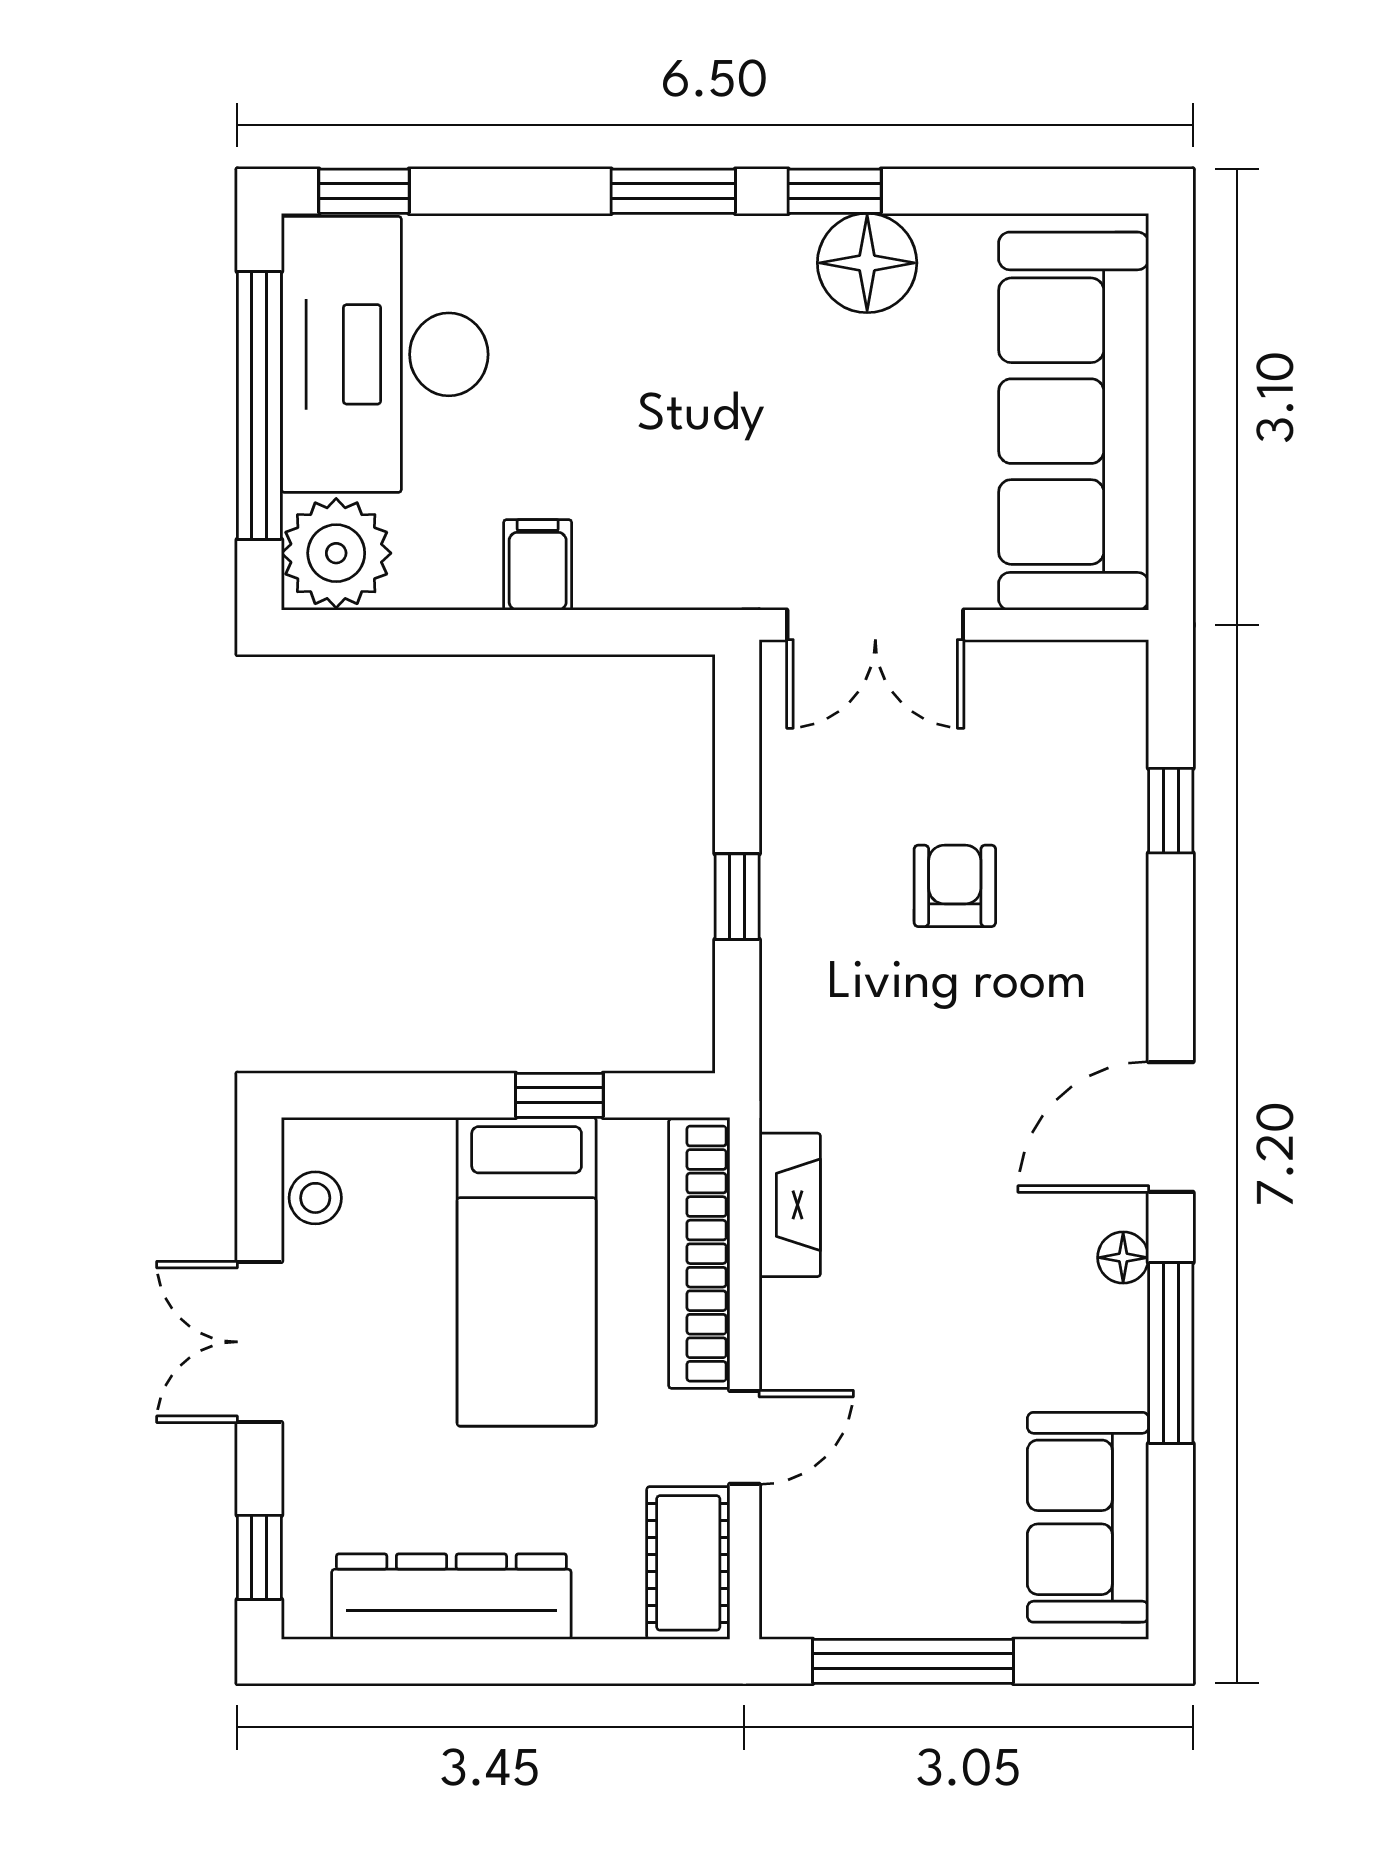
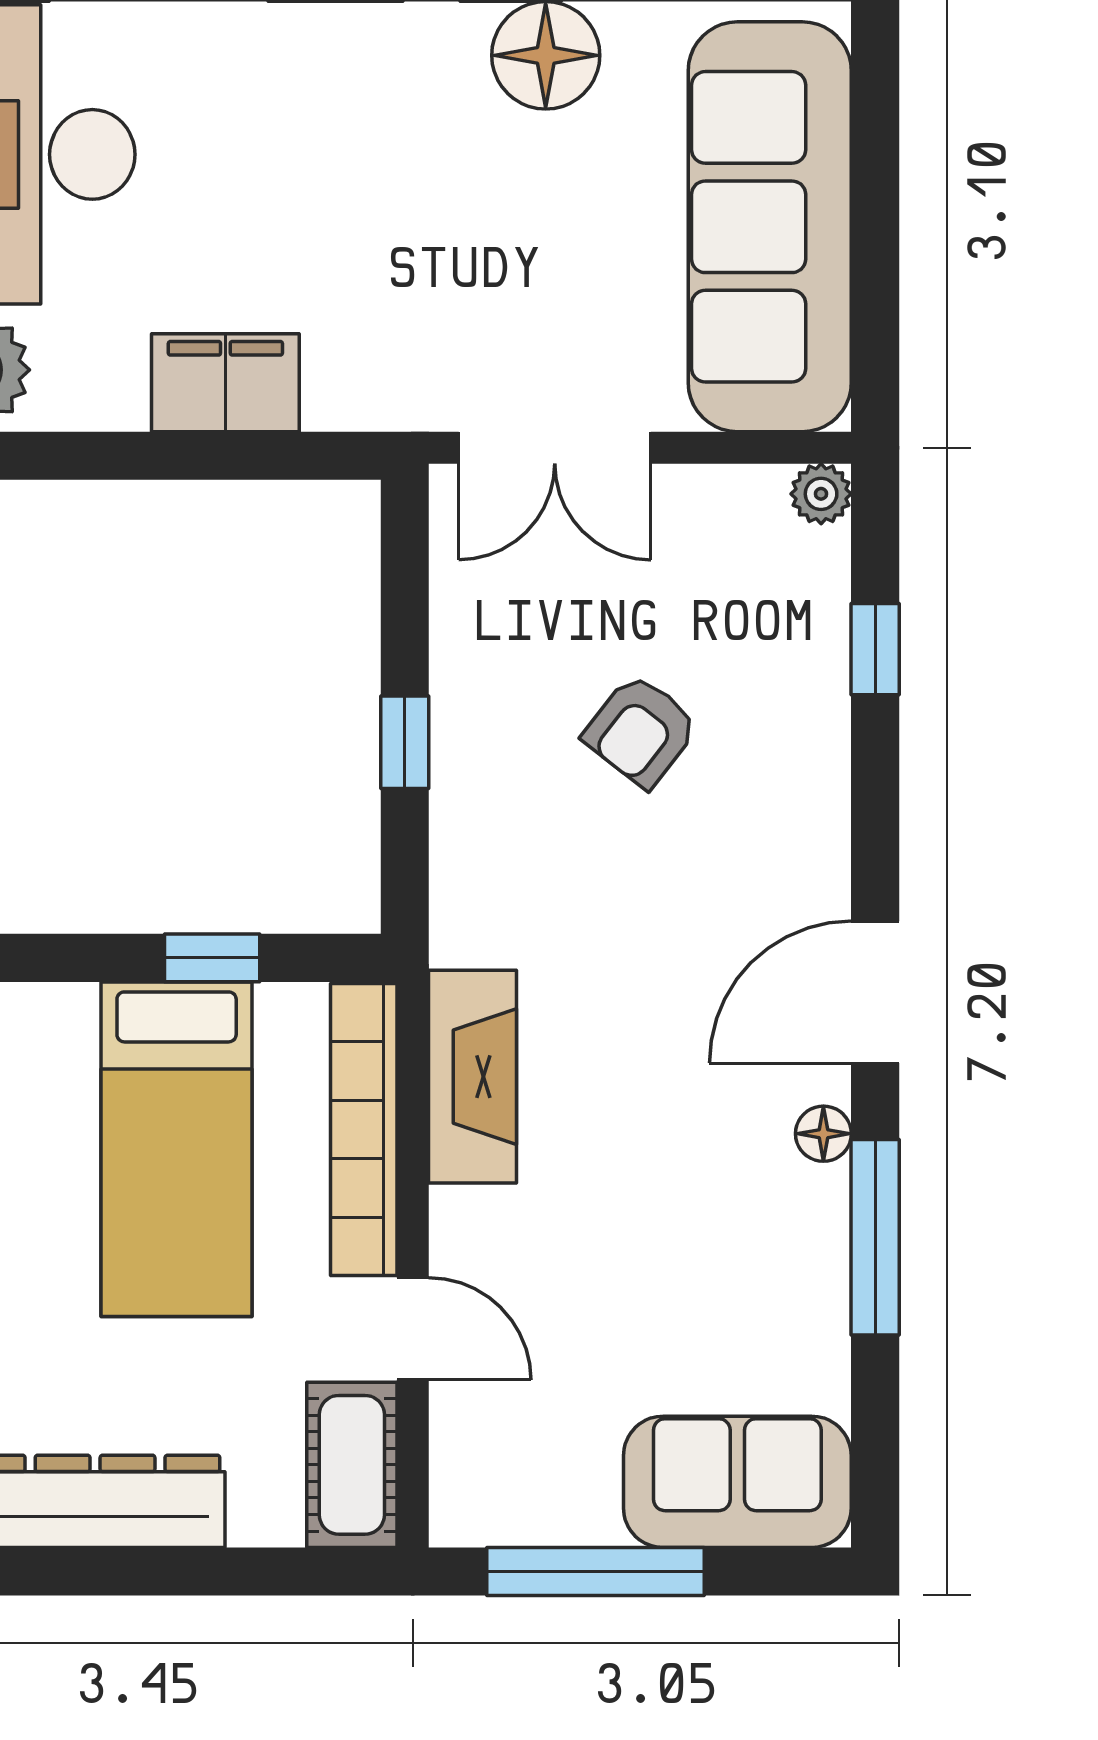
filing cabinet: (538, 565) -> (225, 383), width x2.00
plant: (1121, 667) -> (821, 494), added
armchair: (955, 886) -> (641, 731), turned -142
fireplace: (790, 1205) -> (473, 1077), width x1.37, depth x1.32
door: (744, 1437) -> (413, 1329), hinge flipped
sofa: (1088, 1517) -> (737, 1482), moved, turned 90

